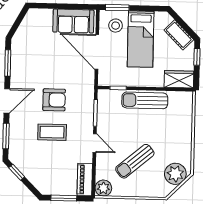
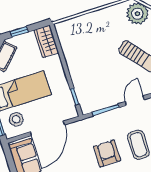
sun lounger: (145, 100) -> (78, 67), removed

